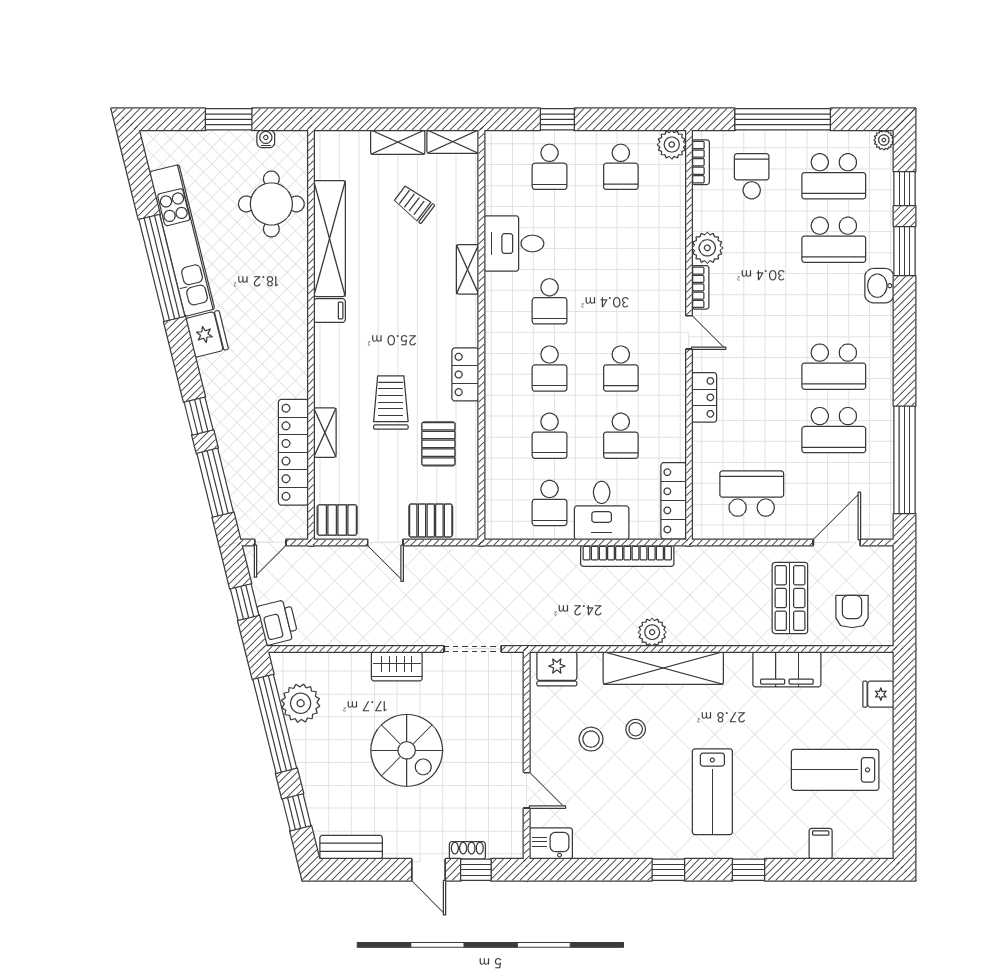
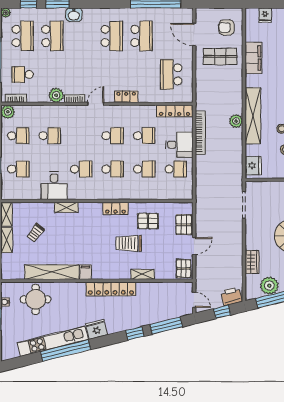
school desk: (621, 234) -> (50, 136), added
locker: (293, 452) -> (111, 289), moved
wardrobe: (397, 666) -> (252, 262), moved

